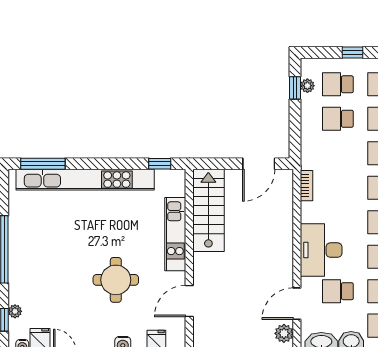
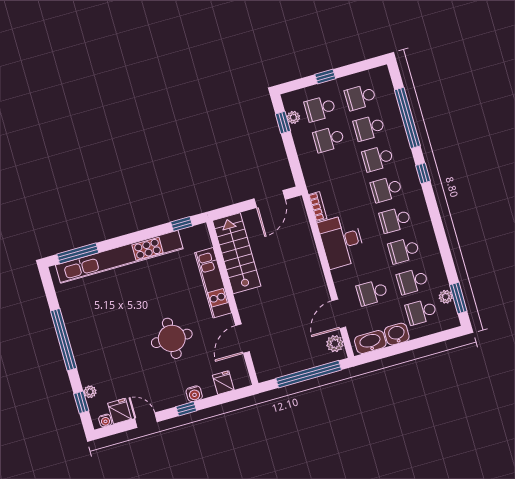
desk: (321, 250) -> (342, 241), moved

